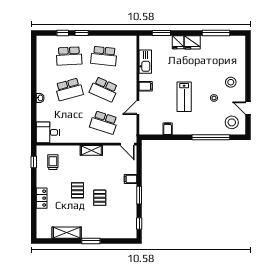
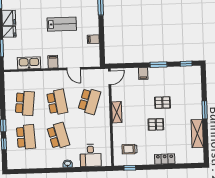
school desk: (104, 89) -> (57, 102), turned -33
desk: (48, 132) -> (91, 155), moved

